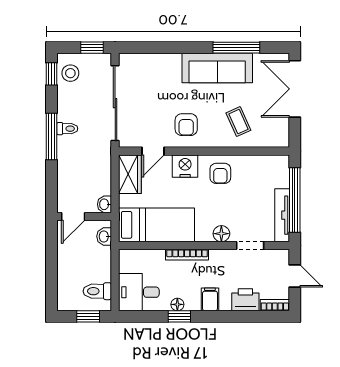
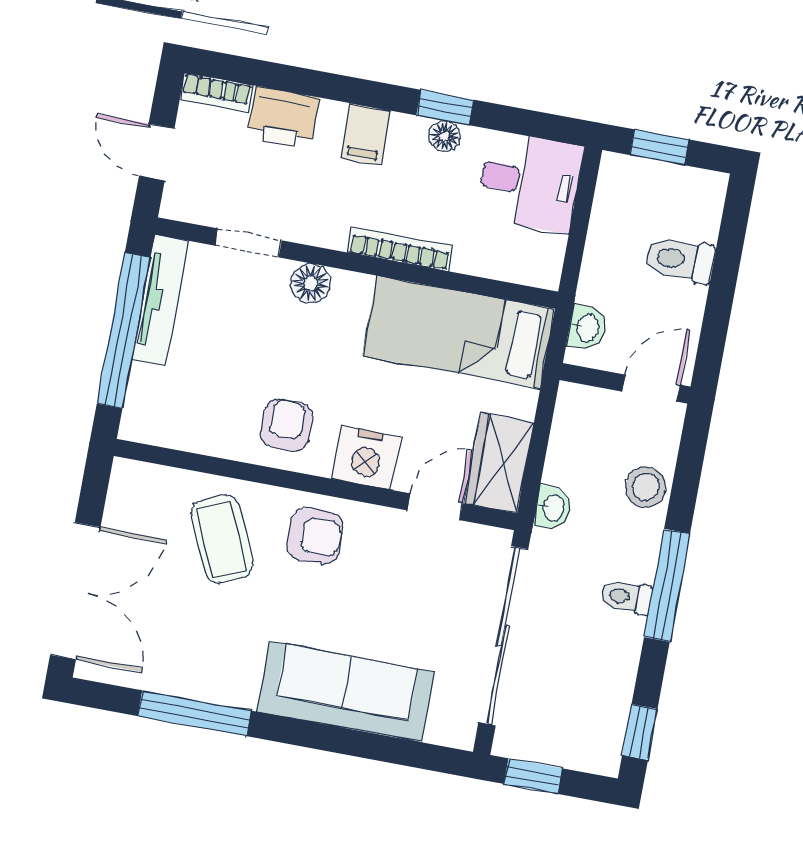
sofa: (217, 68) -> (345, 692), moved
stool: (70, 73) -> (646, 487), moved
coffee table: (238, 122) -> (222, 539), width x1.36, depth x1.30
armchair: (186, 125) -> (315, 536), moved, turned 90
washbasin: (104, 204) -> (553, 508), moved
toilet: (97, 291) -> (680, 260), moved, turned 180

